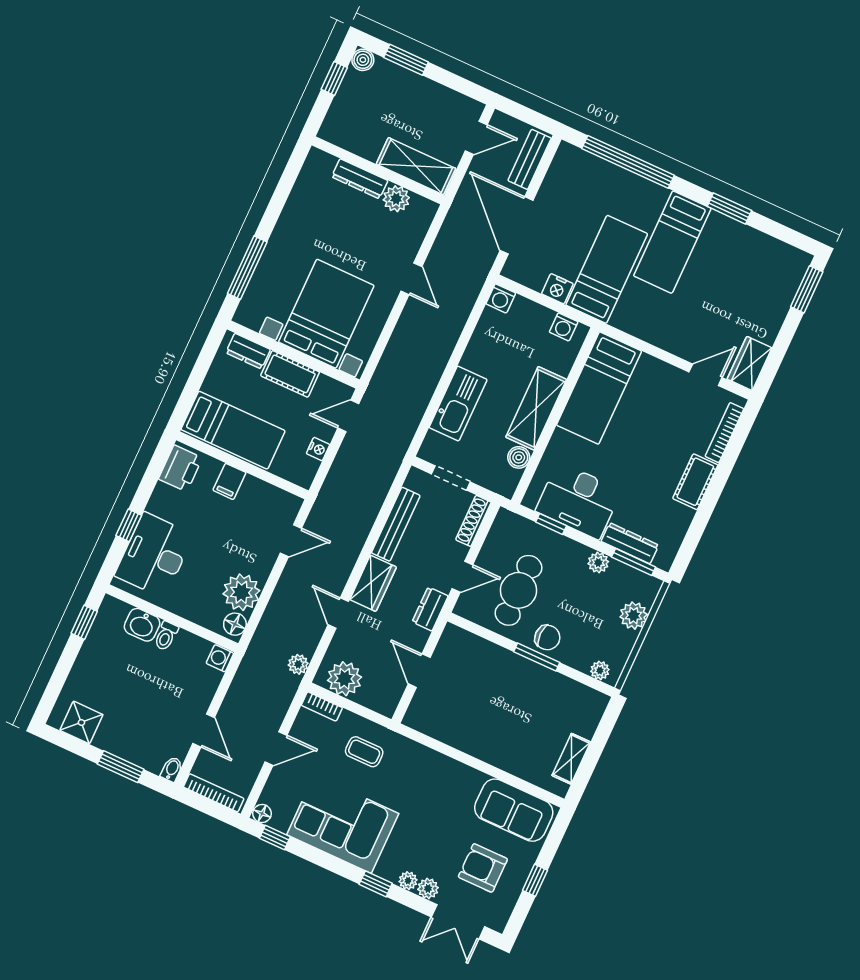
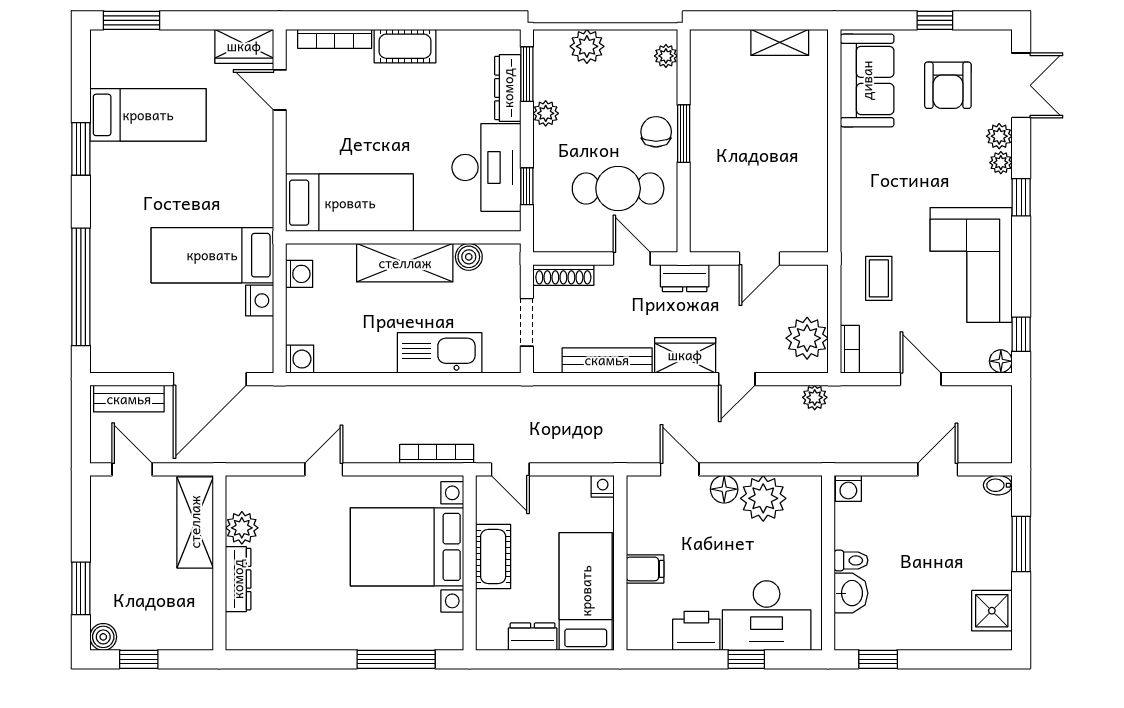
bed: (672, 242) -> (148, 115), moved
dresser: (248, 351) -> (533, 637), moved, turned -90
nightstand: (318, 449) -> (603, 486), moved
printer: (180, 468) -> (696, 631), moved
floor lamp: (235, 624) -> (724, 489), moved
bookcase: (214, 793) -> (437, 454), moved, turned 90

